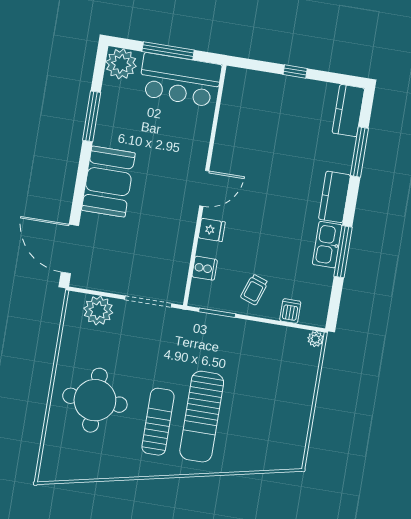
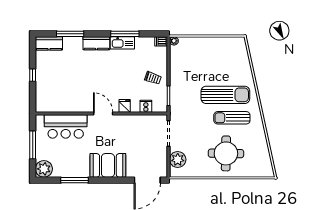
bar counter: (180, 80) -> (66, 126), moved, turned 90
dishwasher: (290, 311) -> (161, 41), moved

